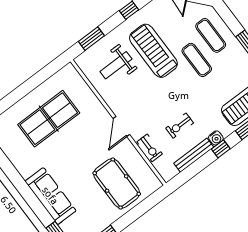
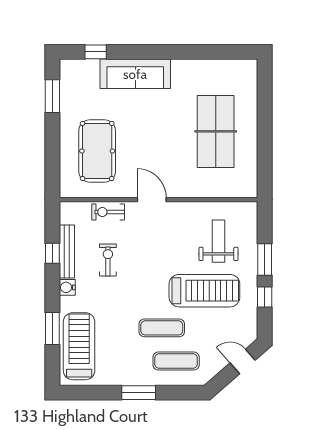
window: (91, 39) -> (265, 260), moved
window: (221, 149) -> (52, 253), moved
pool table: (117, 183) -> (97, 151), turned 90

